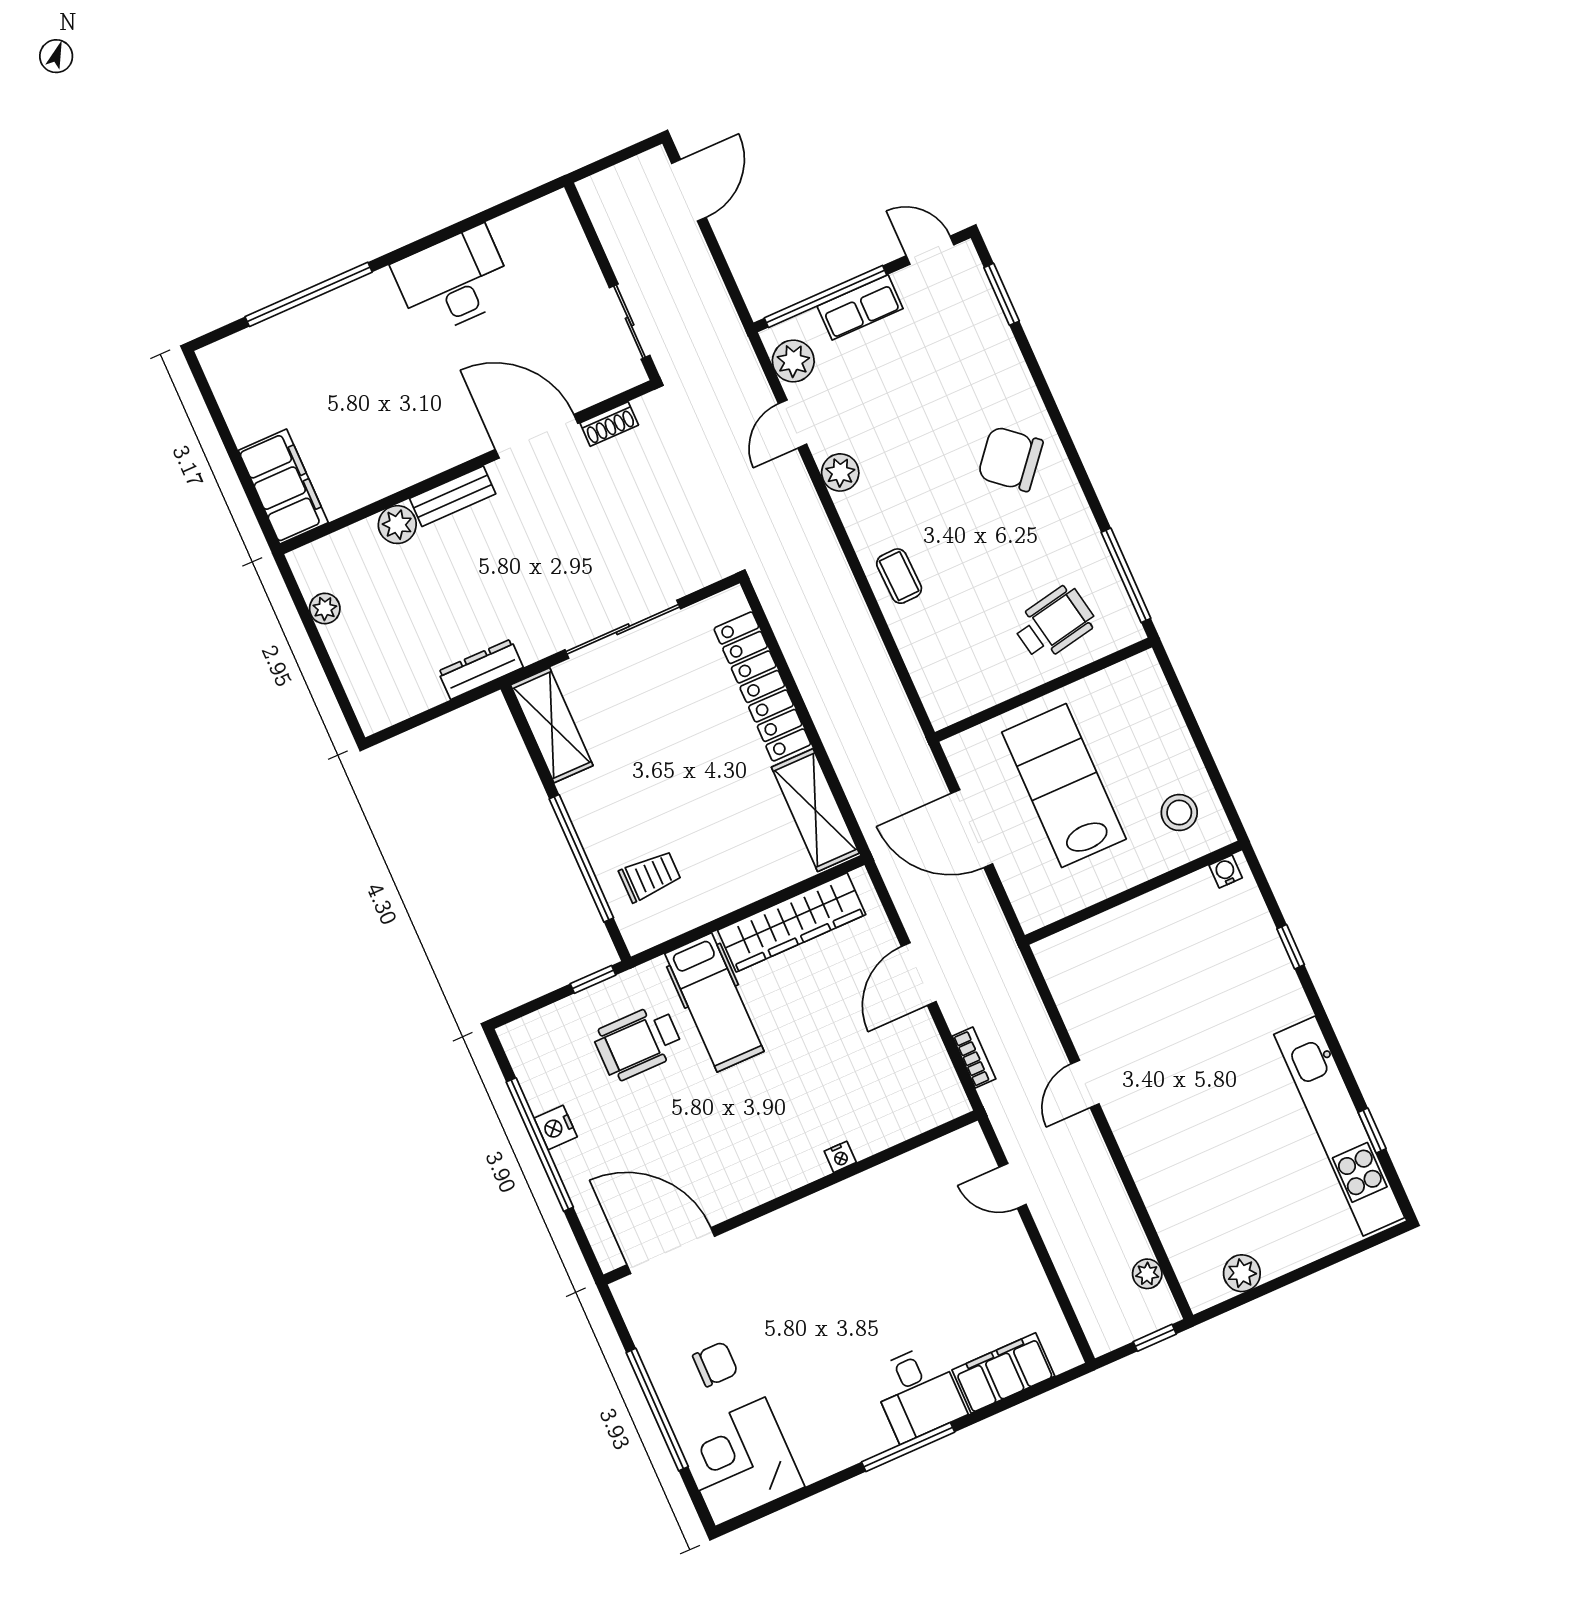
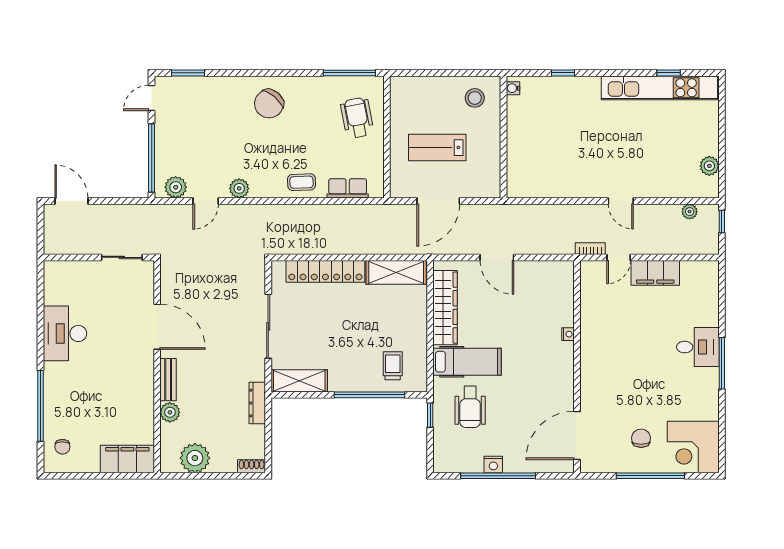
row of seats: (860, 307) -> (348, 188), moved, turned -90
chair: (254, 364) -> (62, 447), added
shoe rack: (609, 424) -> (252, 466), moved, turned -90
door: (793, 424) -> (206, 201), hinge flipped
door: (536, 436) -> (157, 327), swing flipped
plant: (325, 609) -> (195, 458), width x1.88, depth x1.88
lab bench: (1064, 786) -> (437, 148), width x0.73, depth x0.72
bookcase: (974, 1058) -> (590, 249), moved
door: (1085, 1084) -> (621, 201), moved
filing cabinet: (1003, 1373) -> (655, 273), moved, turned -90

